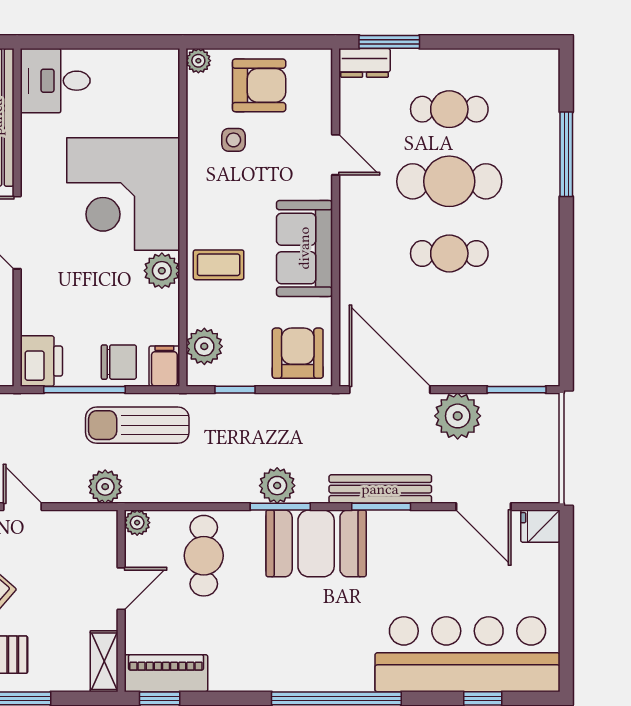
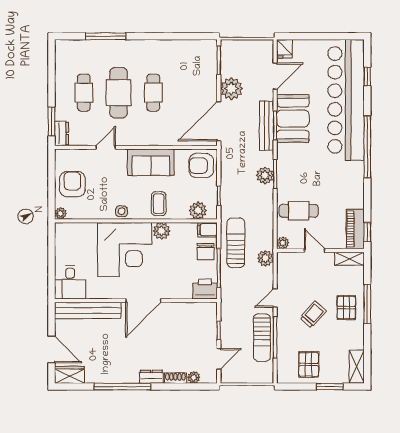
side table: (233, 140) -> (122, 211), moved
chair: (119, 362) -> (206, 252), turned 180
sun lounger: (137, 425) -> (236, 243), turned 180
booth: (316, 543) -> (293, 119), moved
bar counter: (467, 654) -> (346, 100), width x1.36

